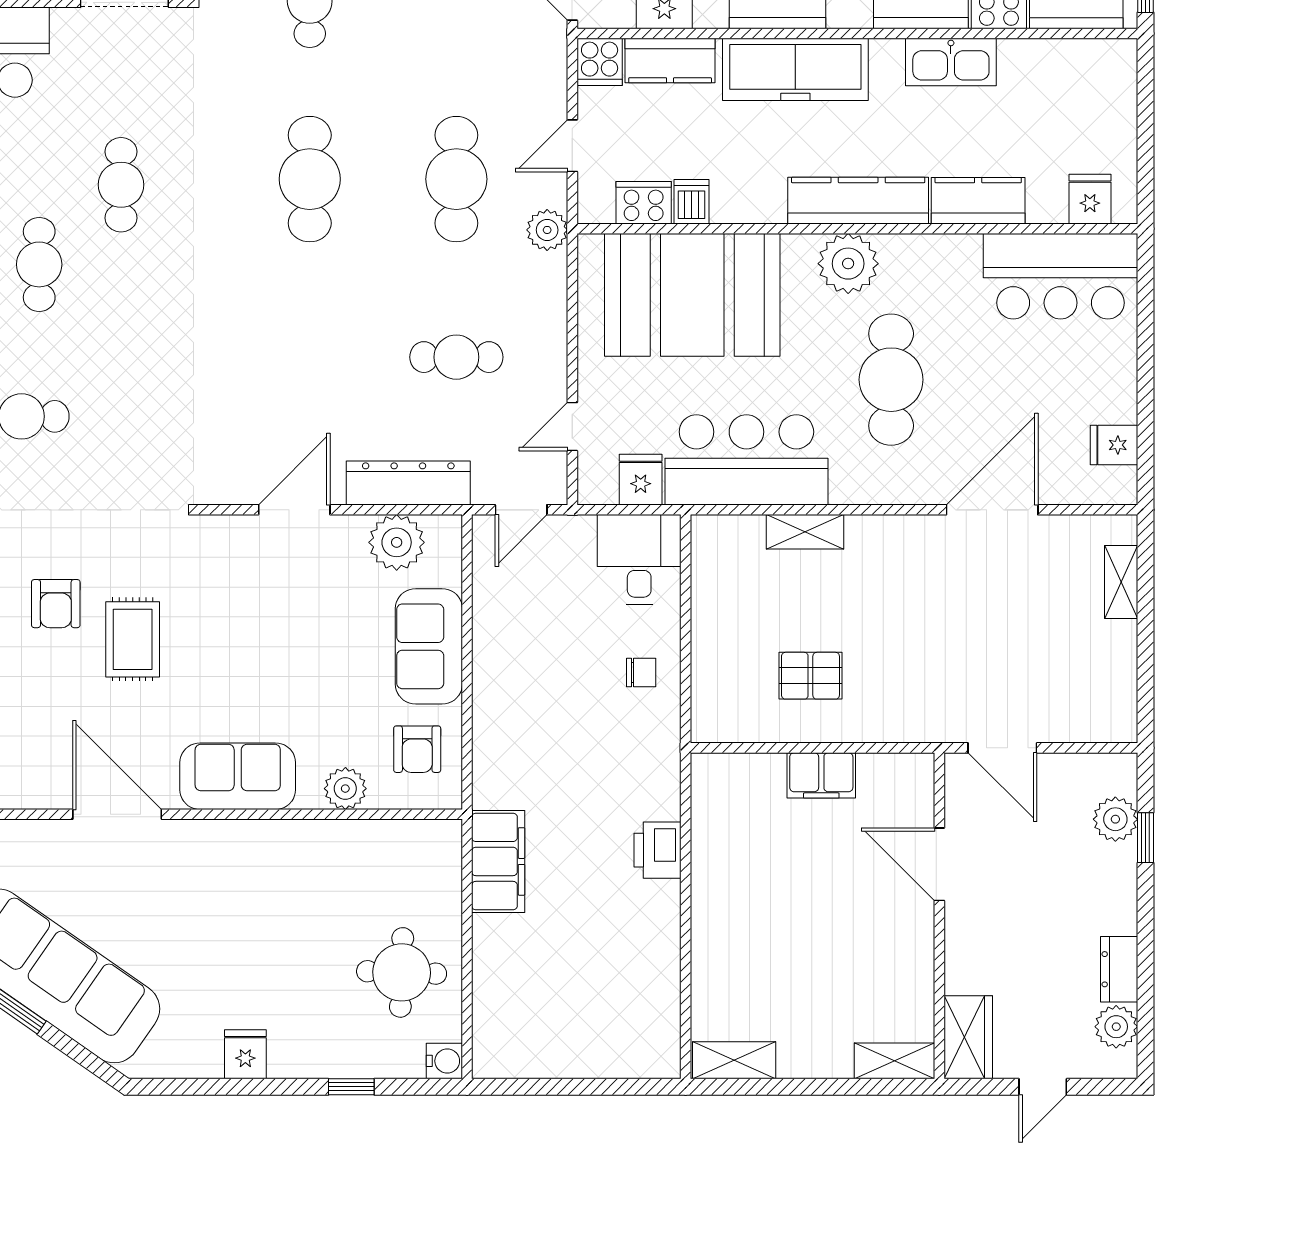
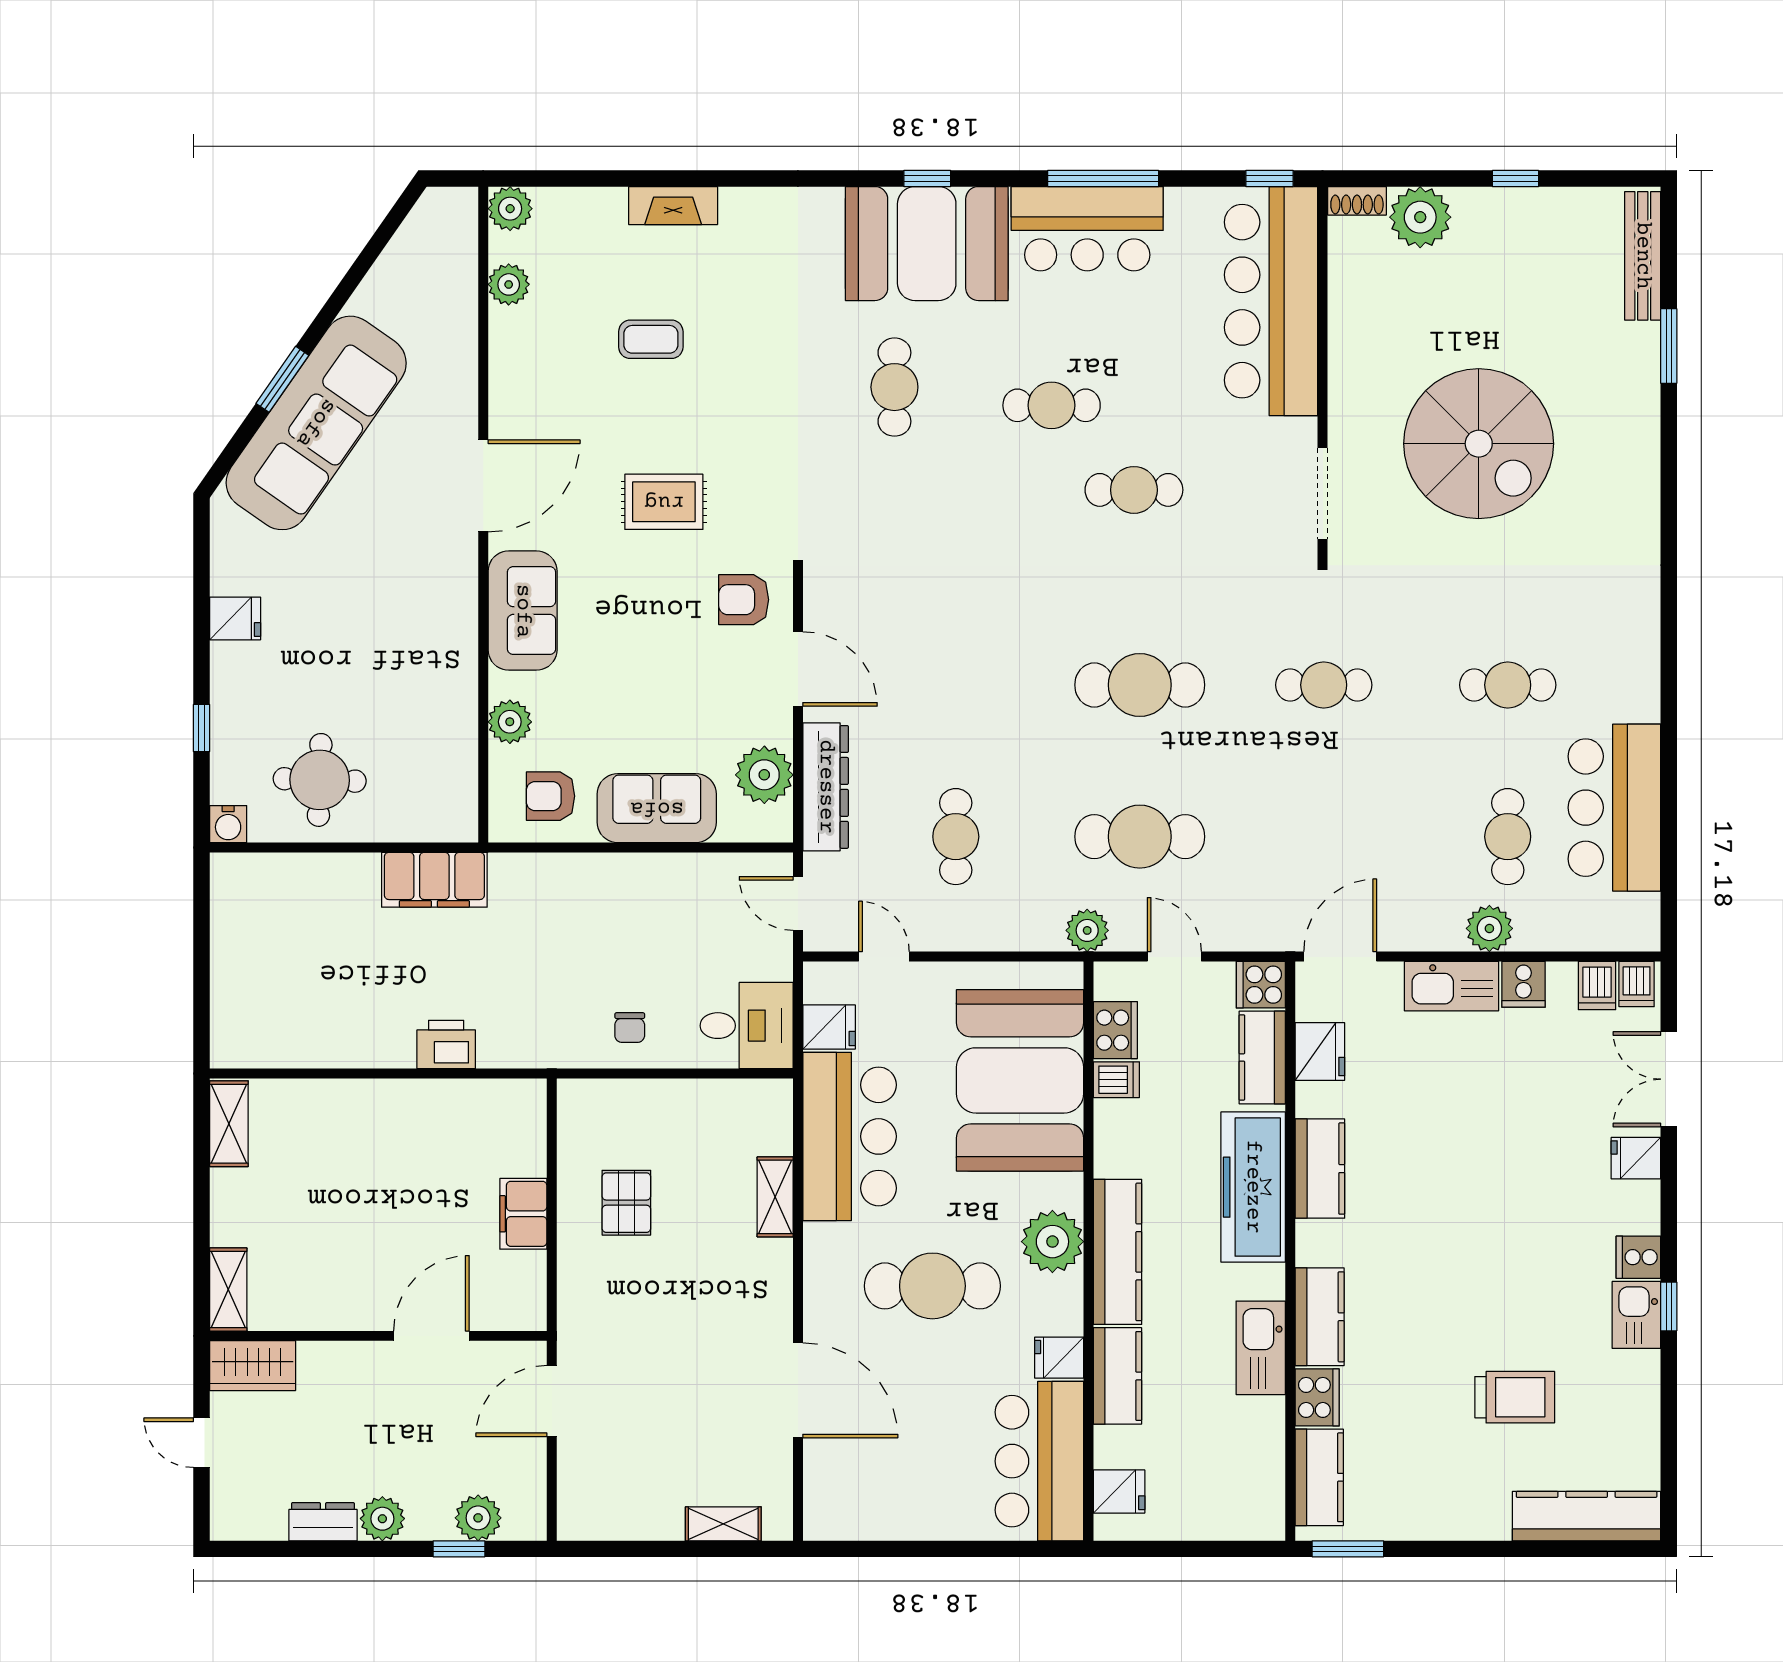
fridge: (1114, 445) -> (1059, 1358), moved, turned -90
armchair: (56, 604) -> (744, 600), moved
plant: (1116, 1027) -> (382, 1519), moved

